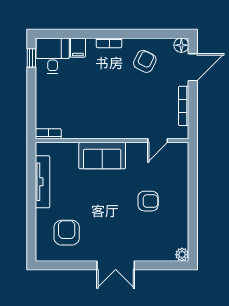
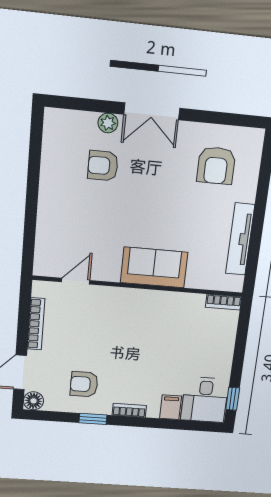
window: (136, 34) -> (93, 419), added
armchair: (145, 61) -> (84, 384), turned 63
armchair: (148, 201) -> (103, 166), moved
plant: (182, 255) -> (108, 123), moved
double door: (116, 265) -> (152, 111), swing flipped

